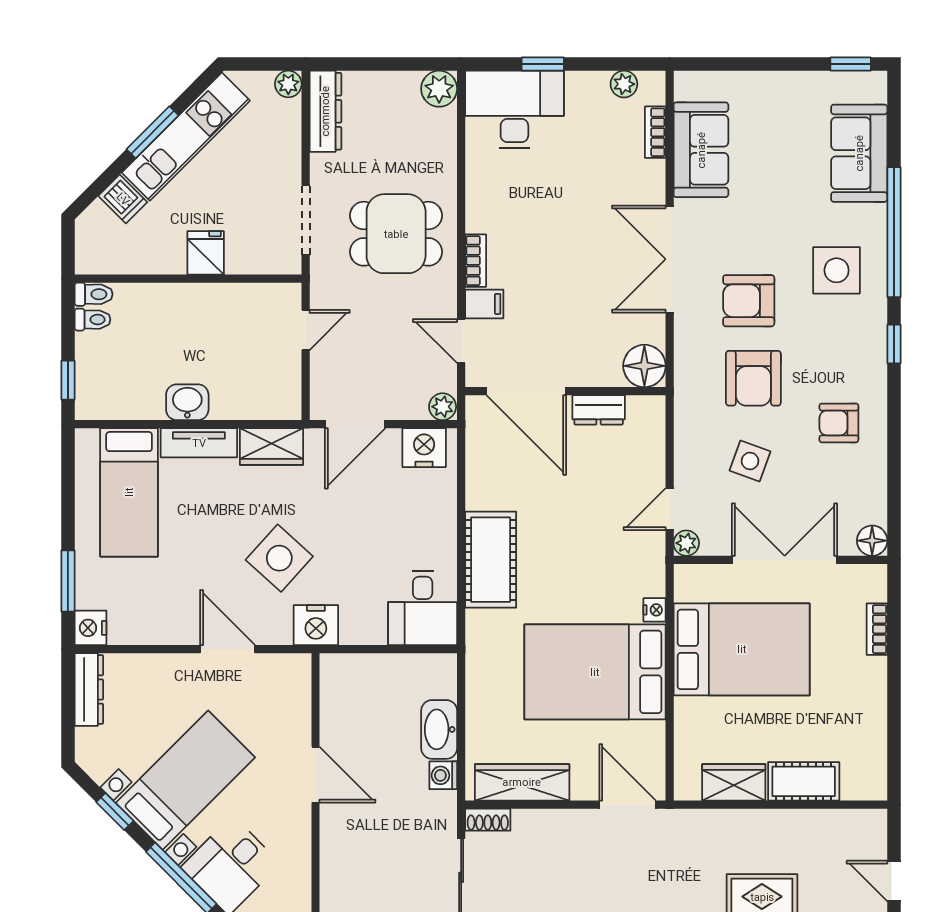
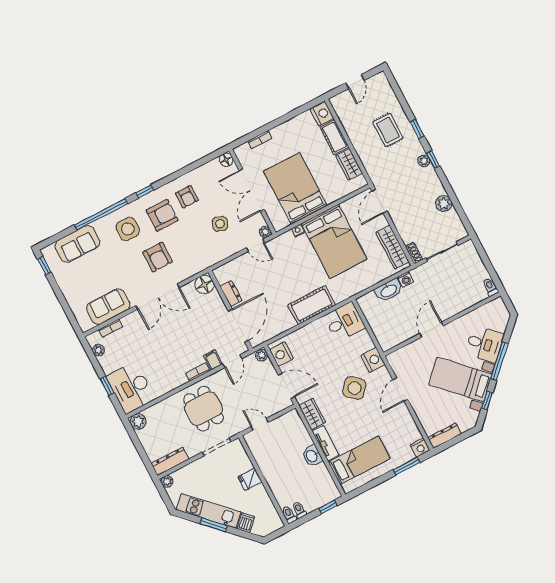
armchair: (753, 378) -> (162, 215), moved
nightstand: (864, 781) -> (322, 114), added

